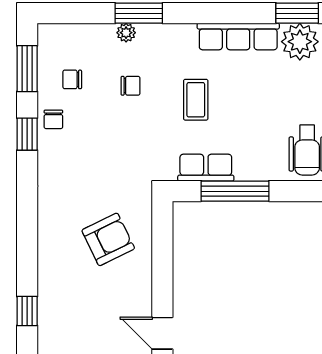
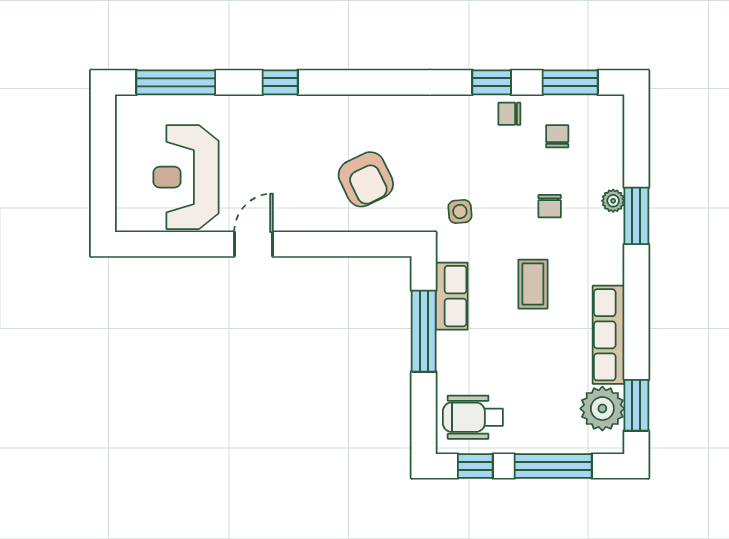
coffee table: (196, 100) -> (533, 284), turned 90
side table: (135, 161) -> (460, 212), added

